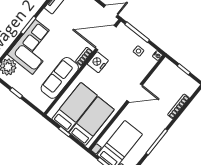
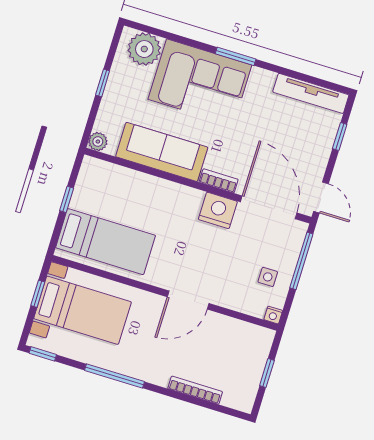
door: (135, 93) -> (188, 300), hinge flipped
plant: (43, 106) -> (98, 142), added
bed: (75, 107) -> (119, 200), removed

